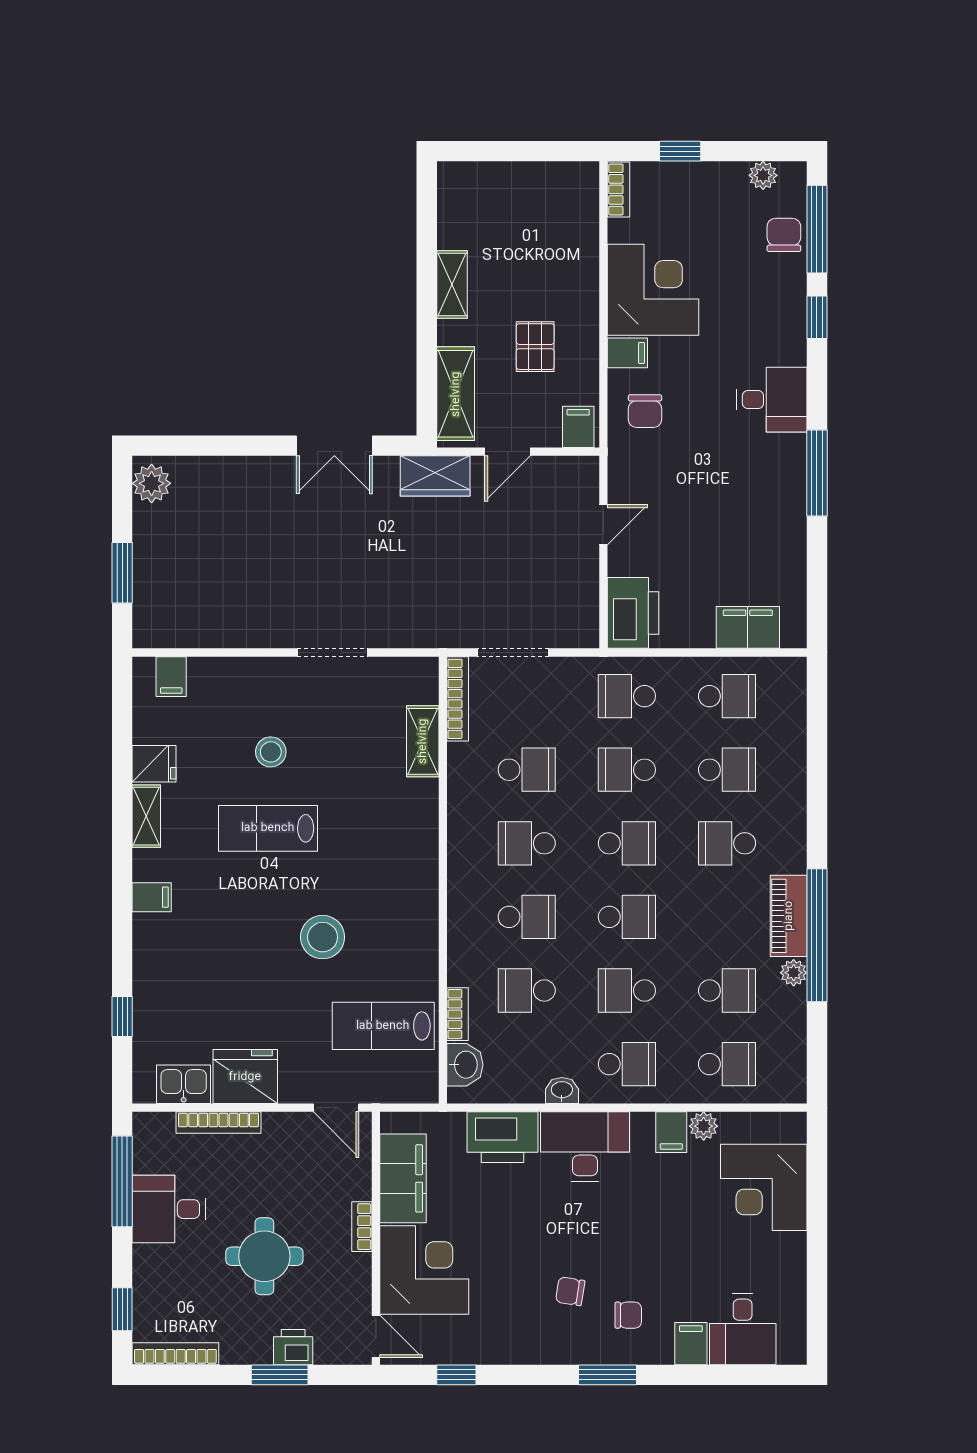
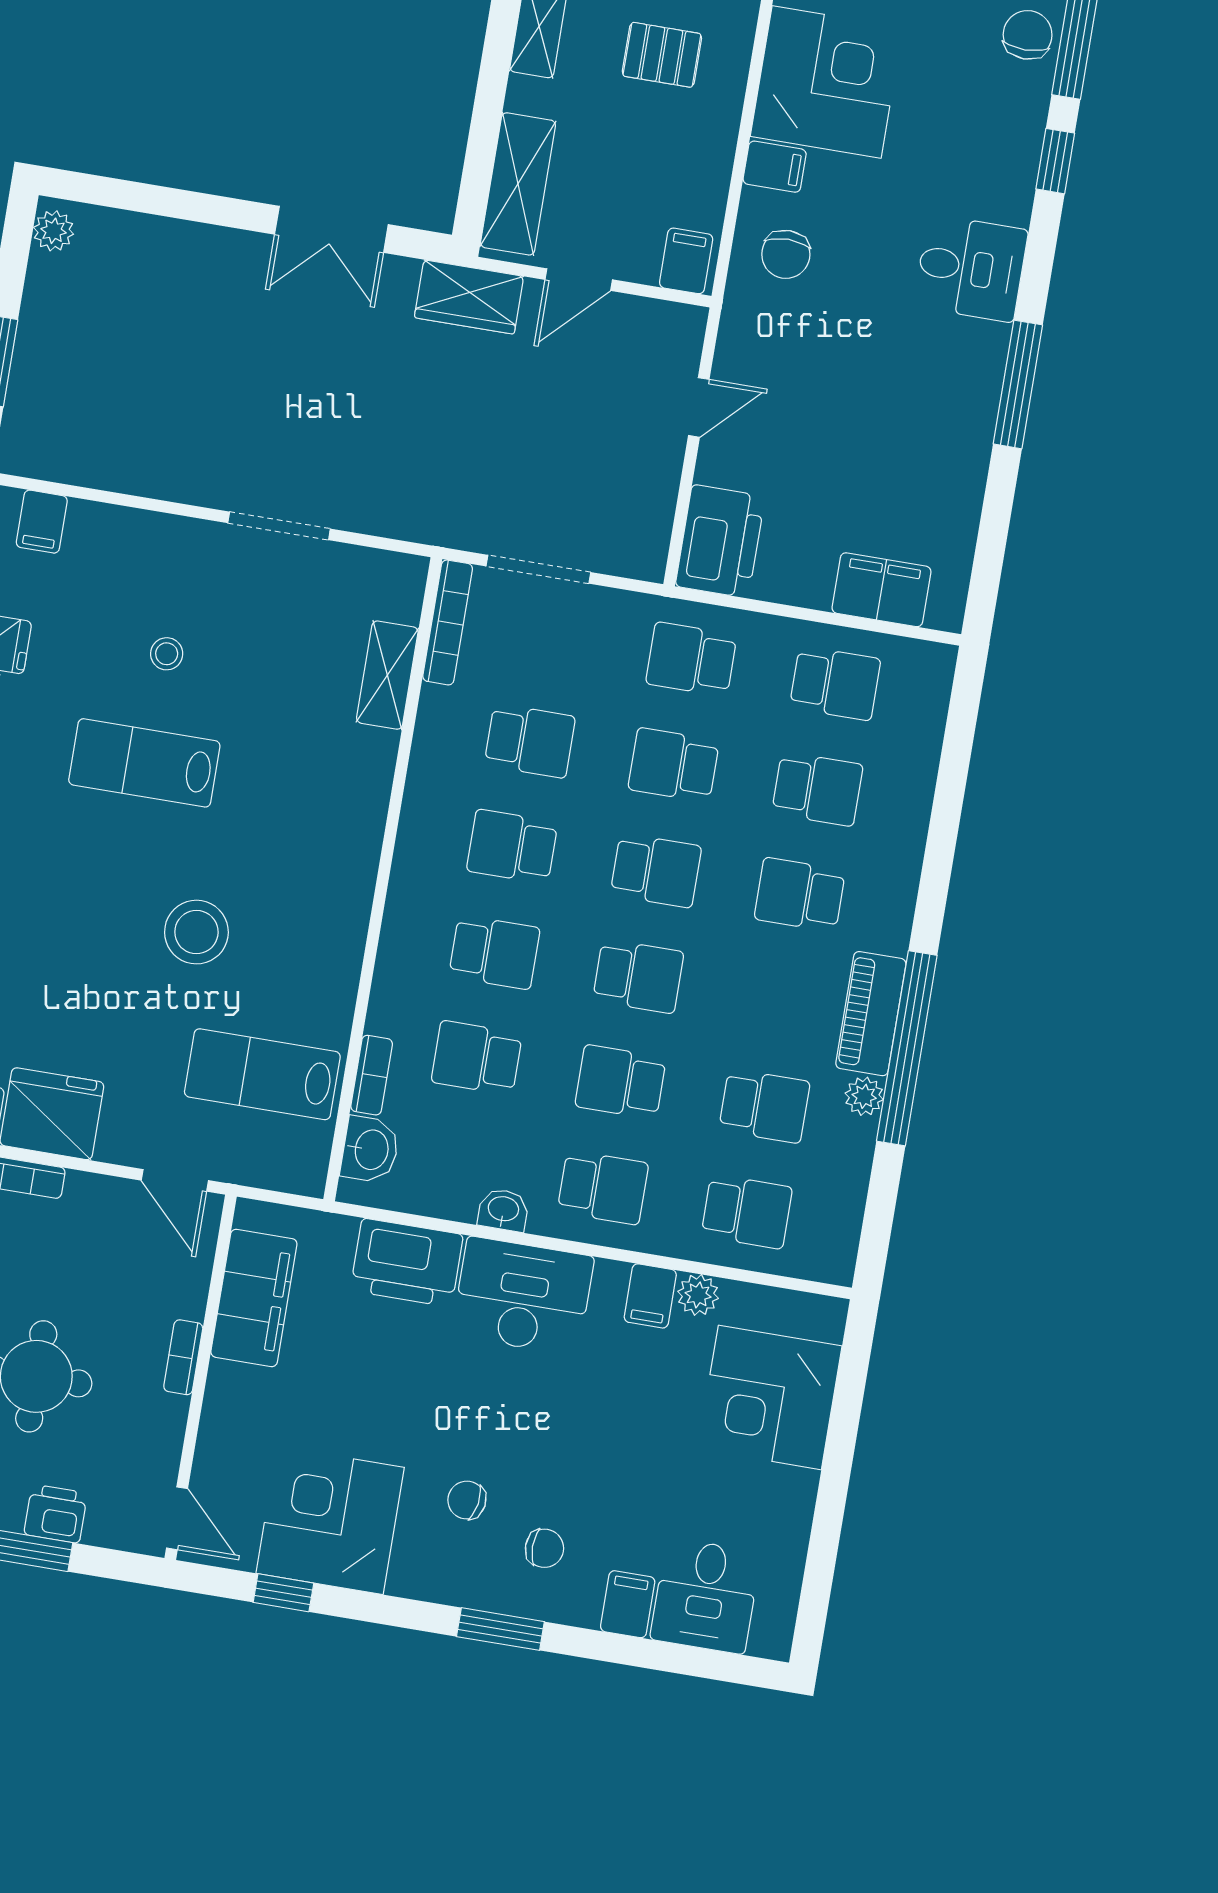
pallet: (535, 347) -> (662, 55), moved, turned 90
plant: (152, 483) -> (54, 231), width x0.73, depth x0.73
stool: (271, 752) -> (167, 654), width x0.73, depth x0.73
corner desk: (424, 1270) -> (330, 1520), moved, turned -90

